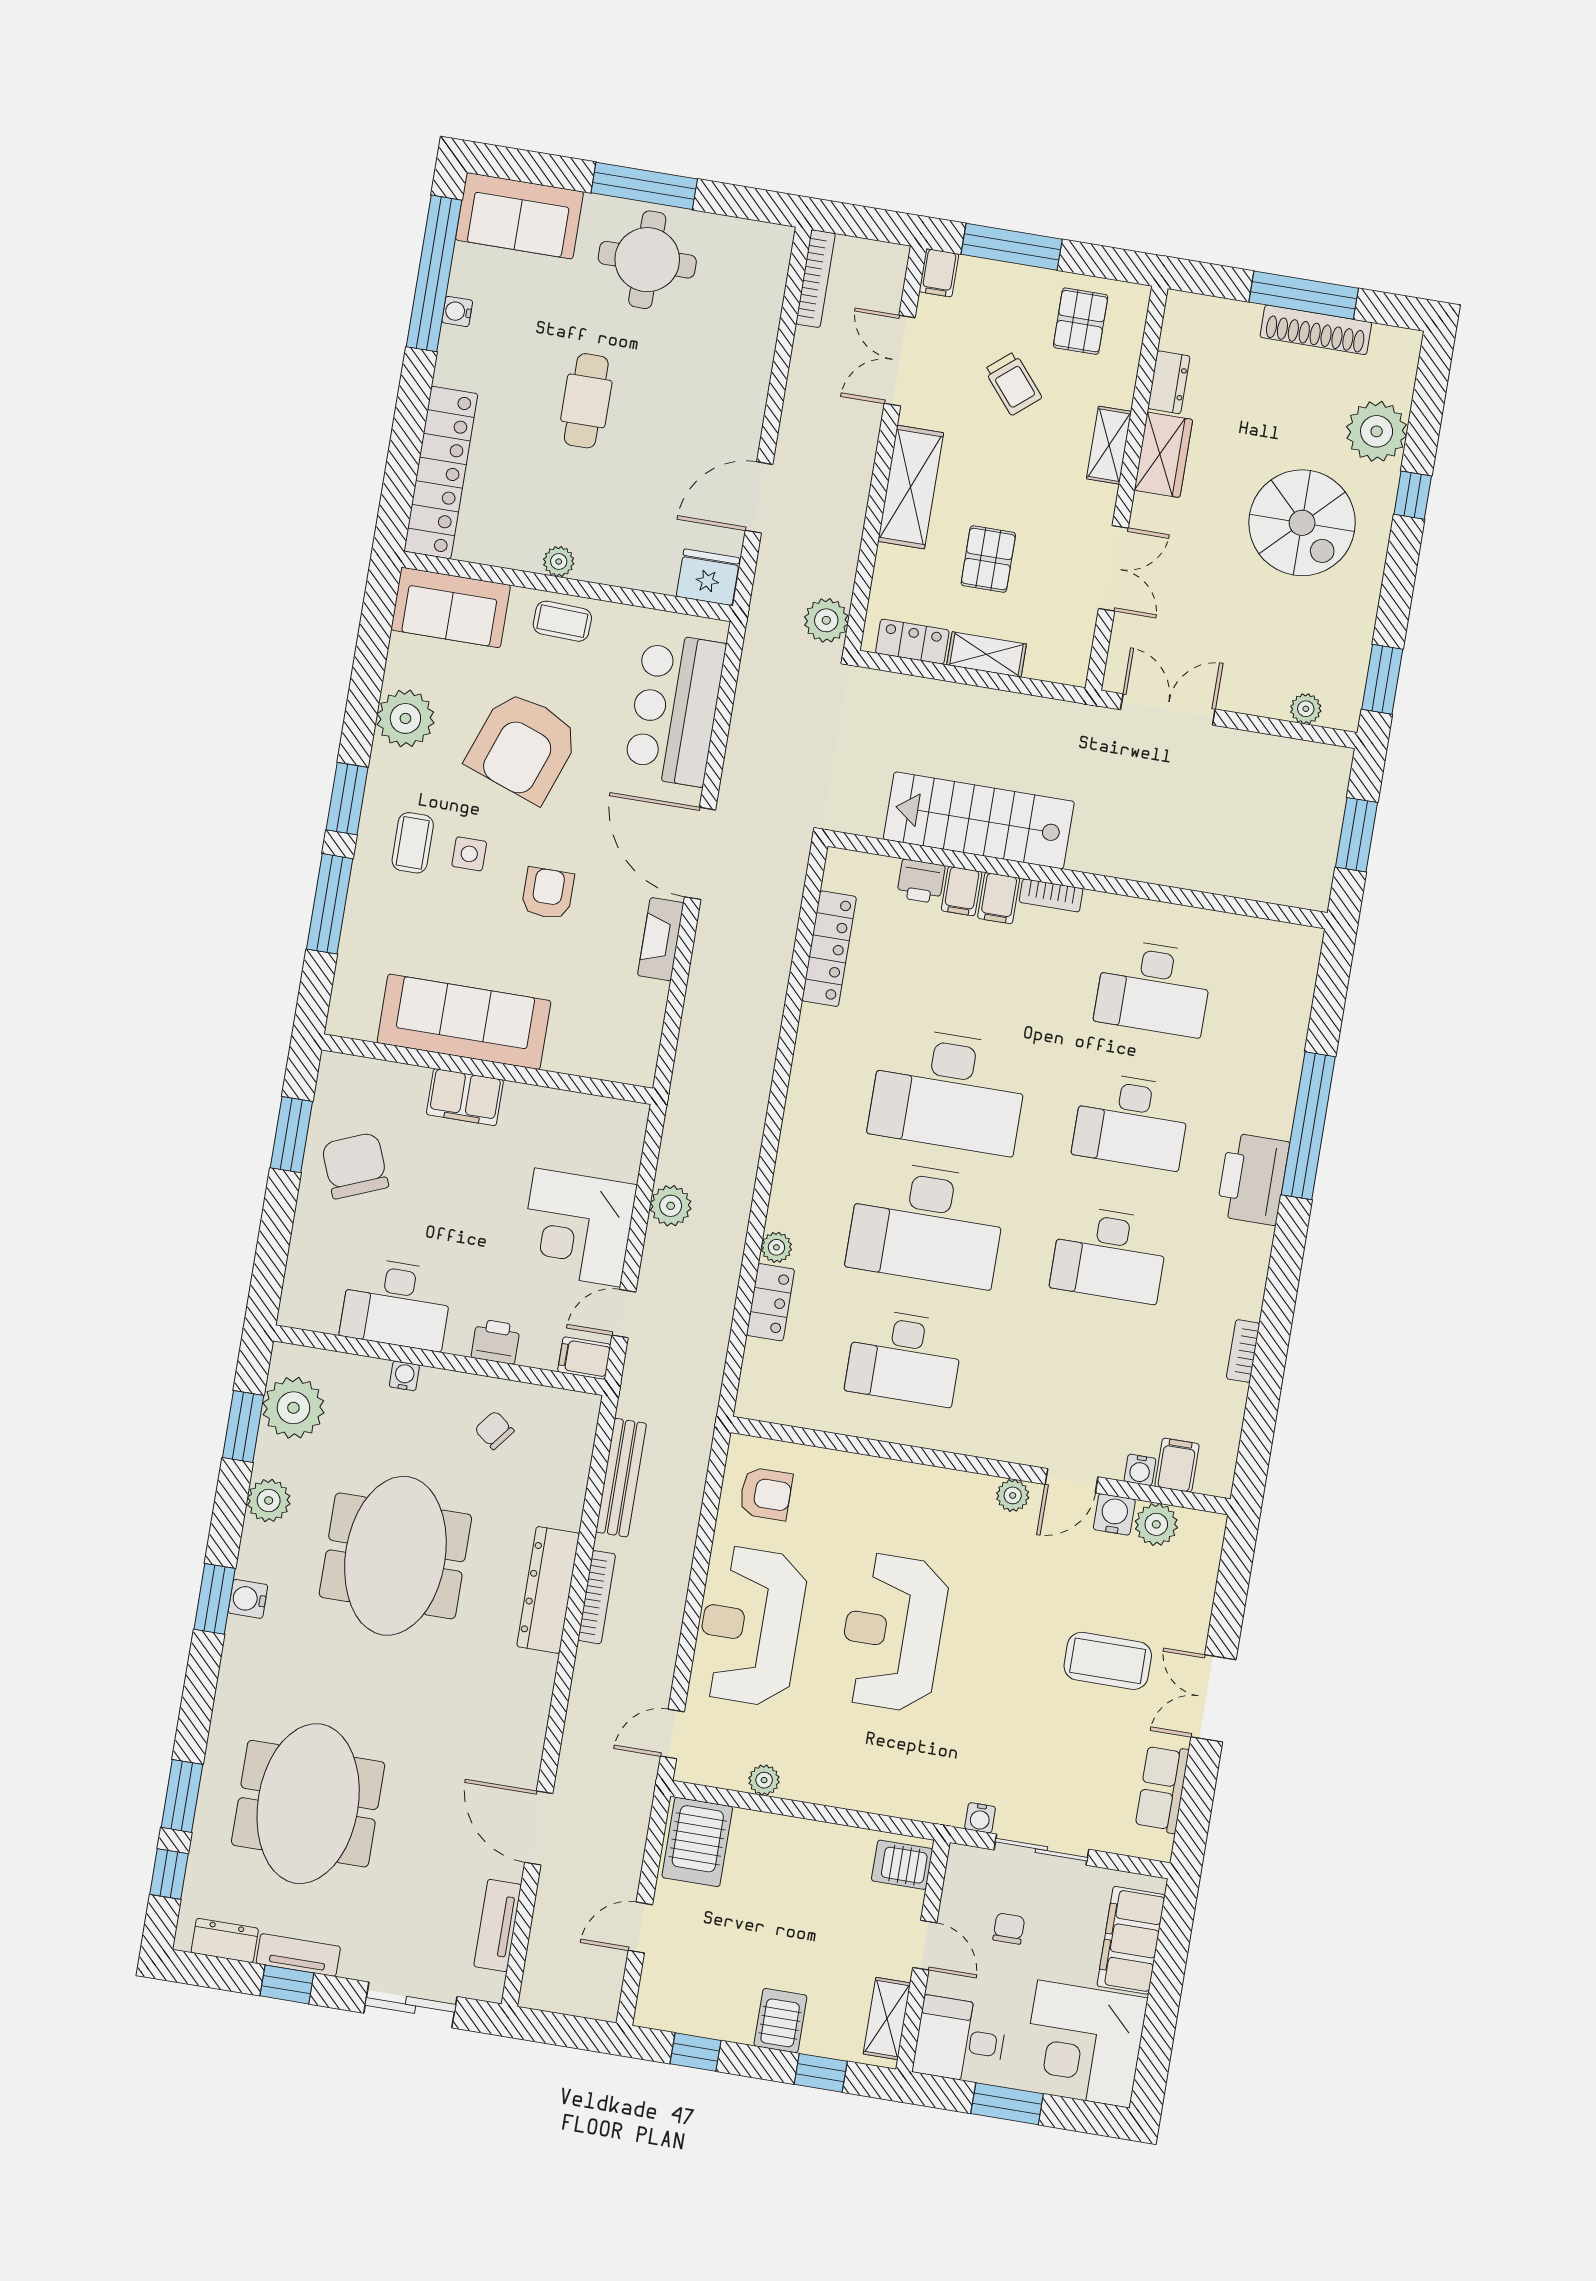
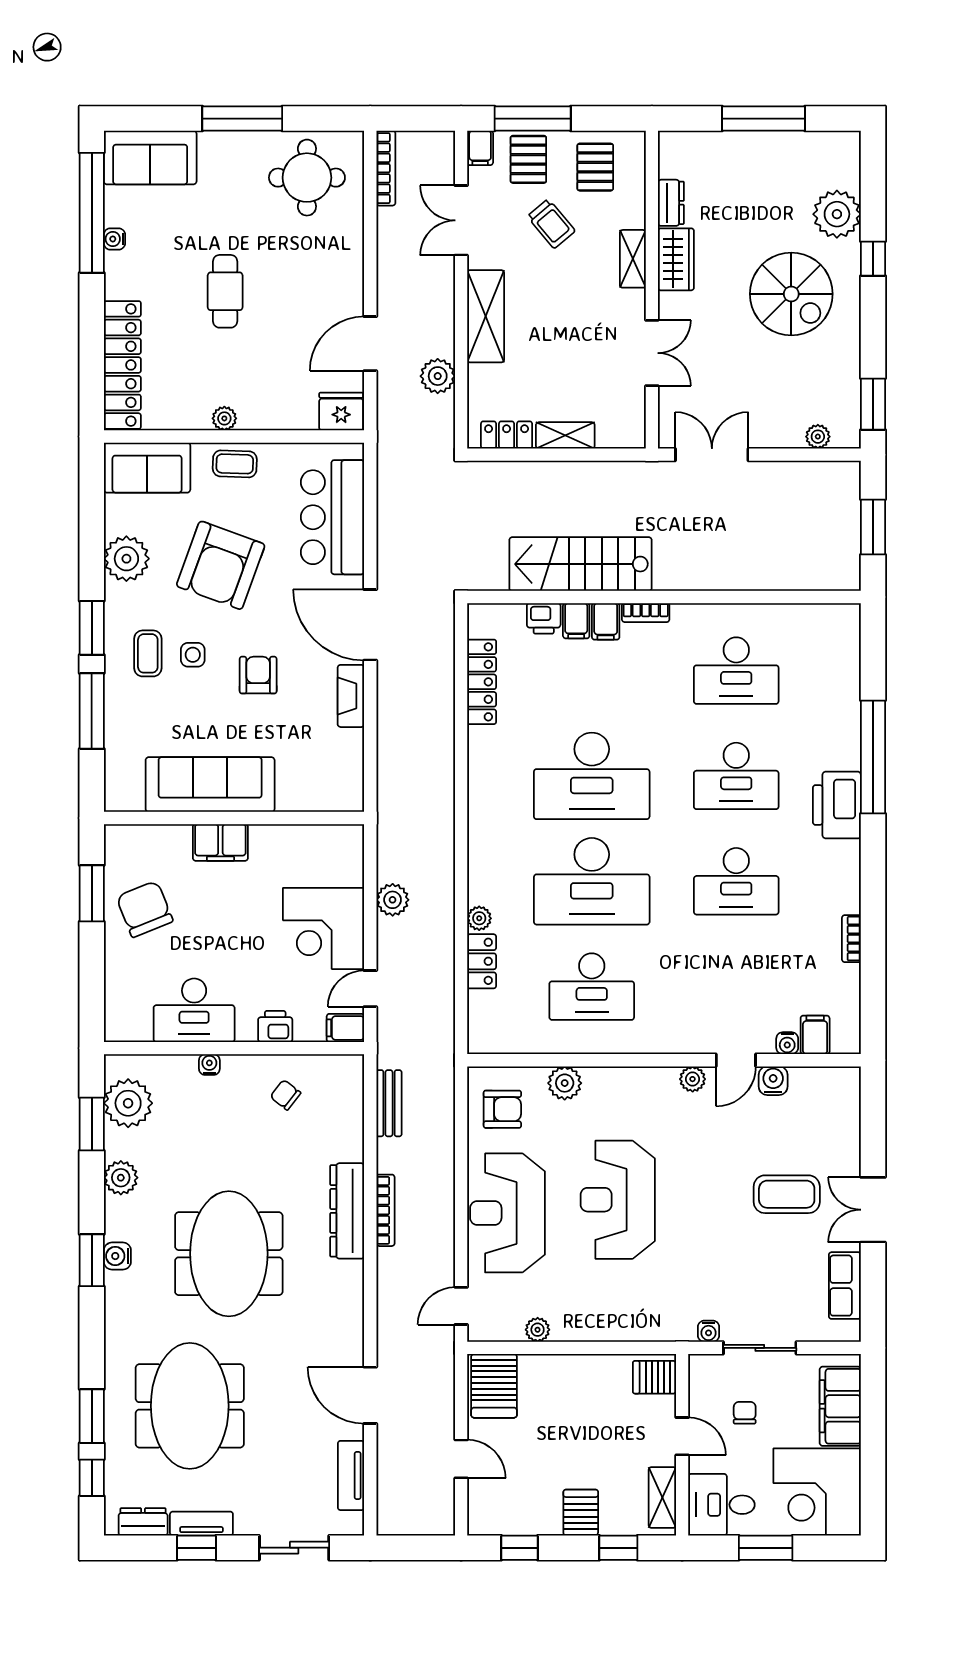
round table: (647, 260) -> (307, 178), moved
shoe rack: (1316, 330) -> (777, 144), removed
pallet: (988, 559) -> (528, 159), moved
plant: (826, 620) -> (438, 376), moved
bench: (621, 1478) -> (389, 1103), width x0.73
plant: (1156, 1524) -> (565, 1083), moved
meeting table: (395, 1556) -> (229, 1254), moved
door: (640, 1928) -> (461, 1459), swing flipped

